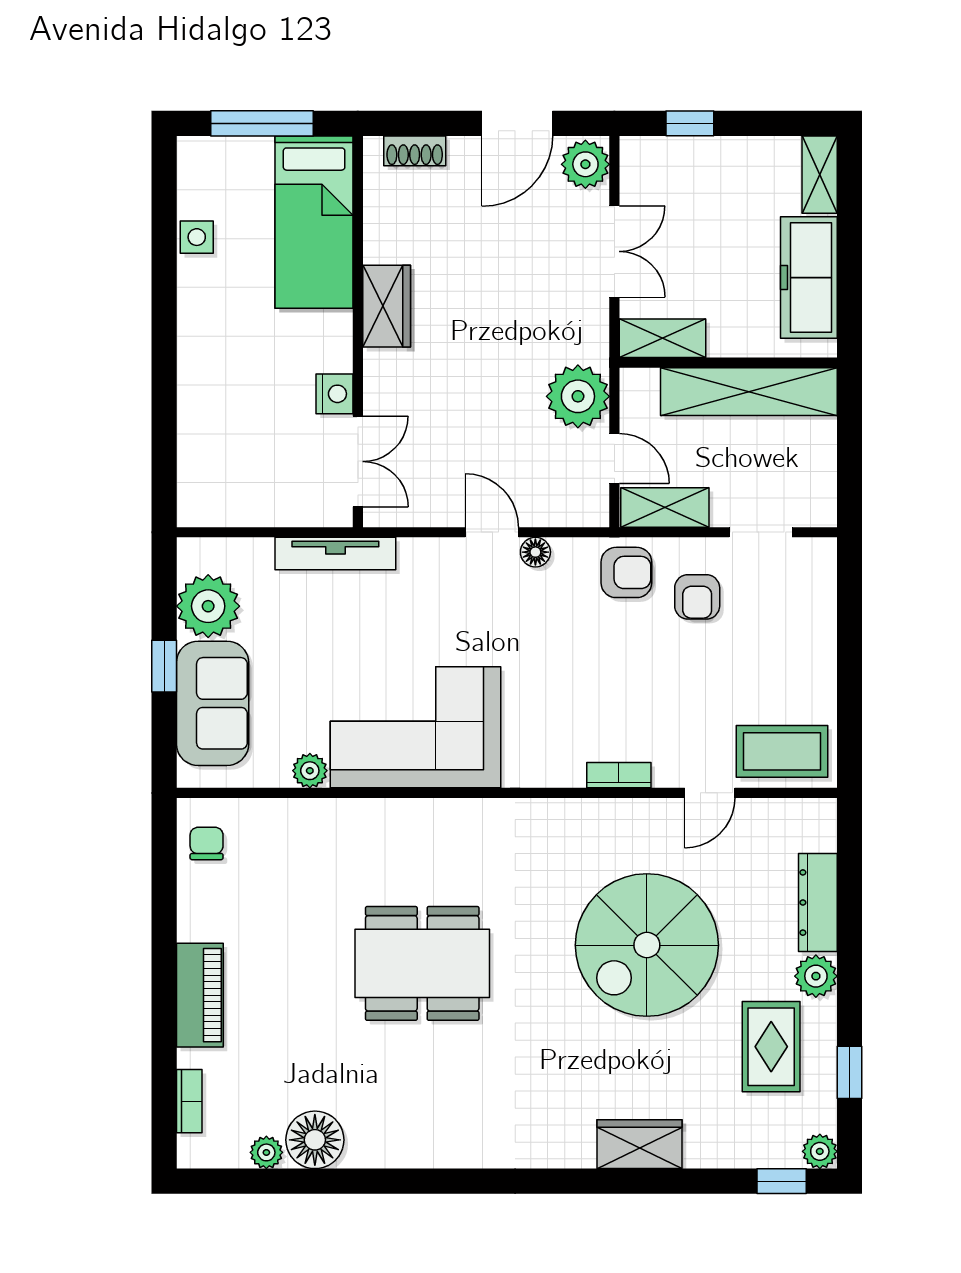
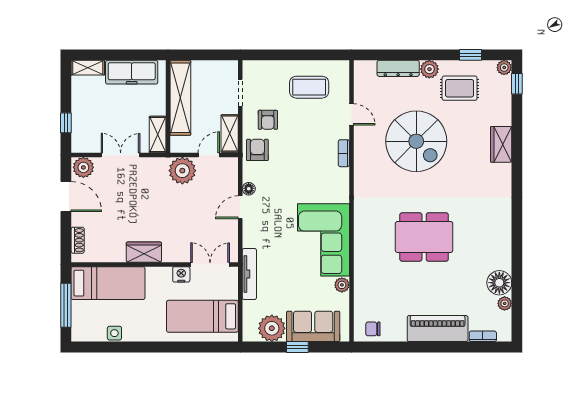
bed: (236, 443) -> (202, 316), added
armchair: (697, 597) -> (268, 120), turned 90
coffee table: (782, 751) -> (309, 87), moved, turned 90
dining table: (422, 963) -> (424, 237), turned 90
piano: (200, 995) -> (438, 329), width x1.37, depth x1.33

